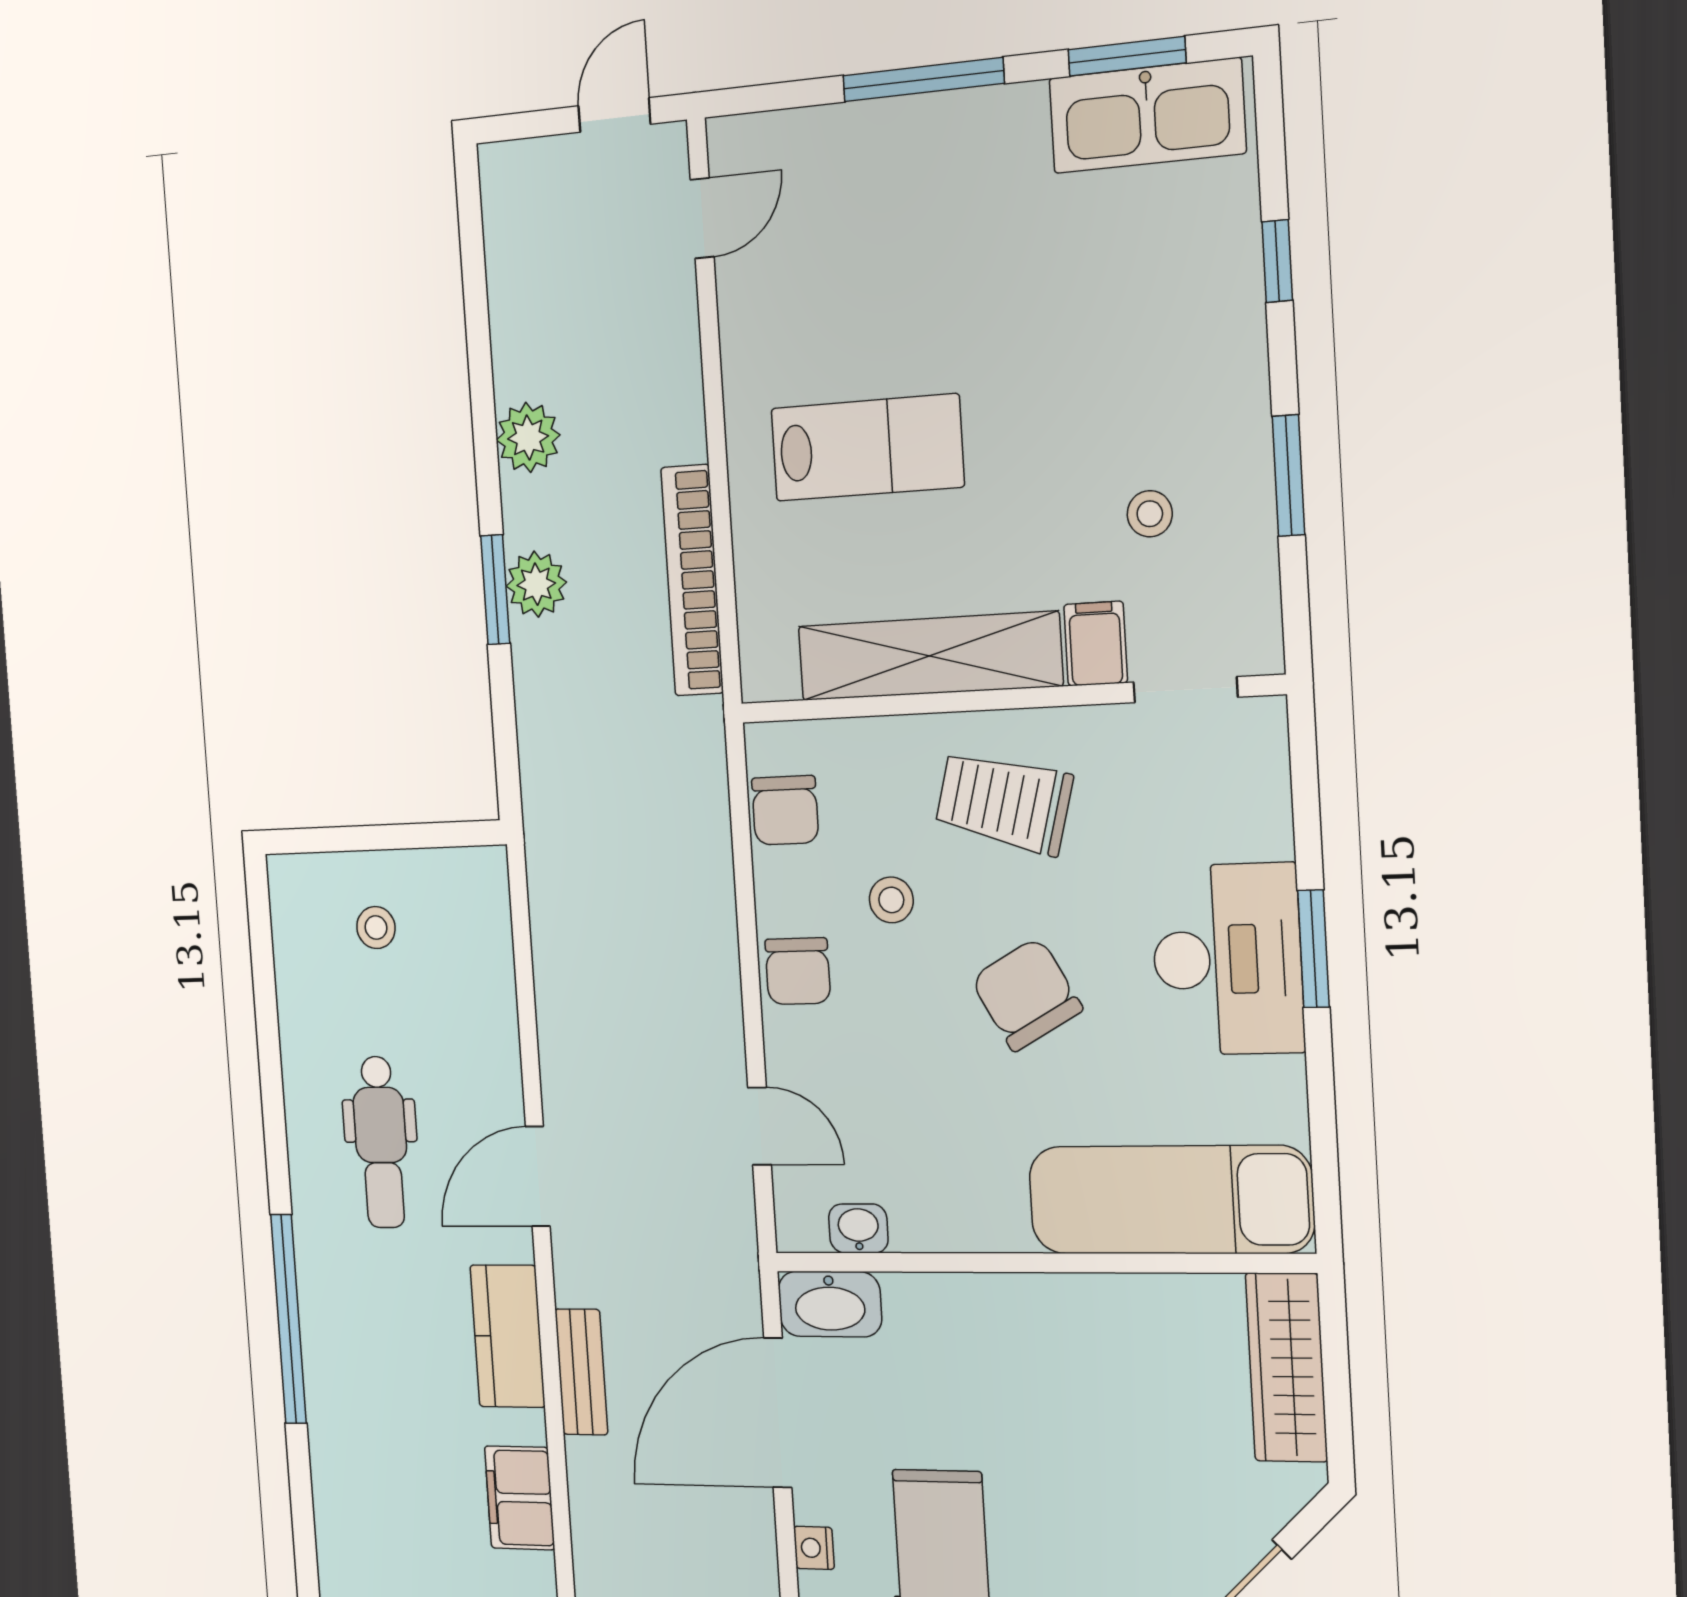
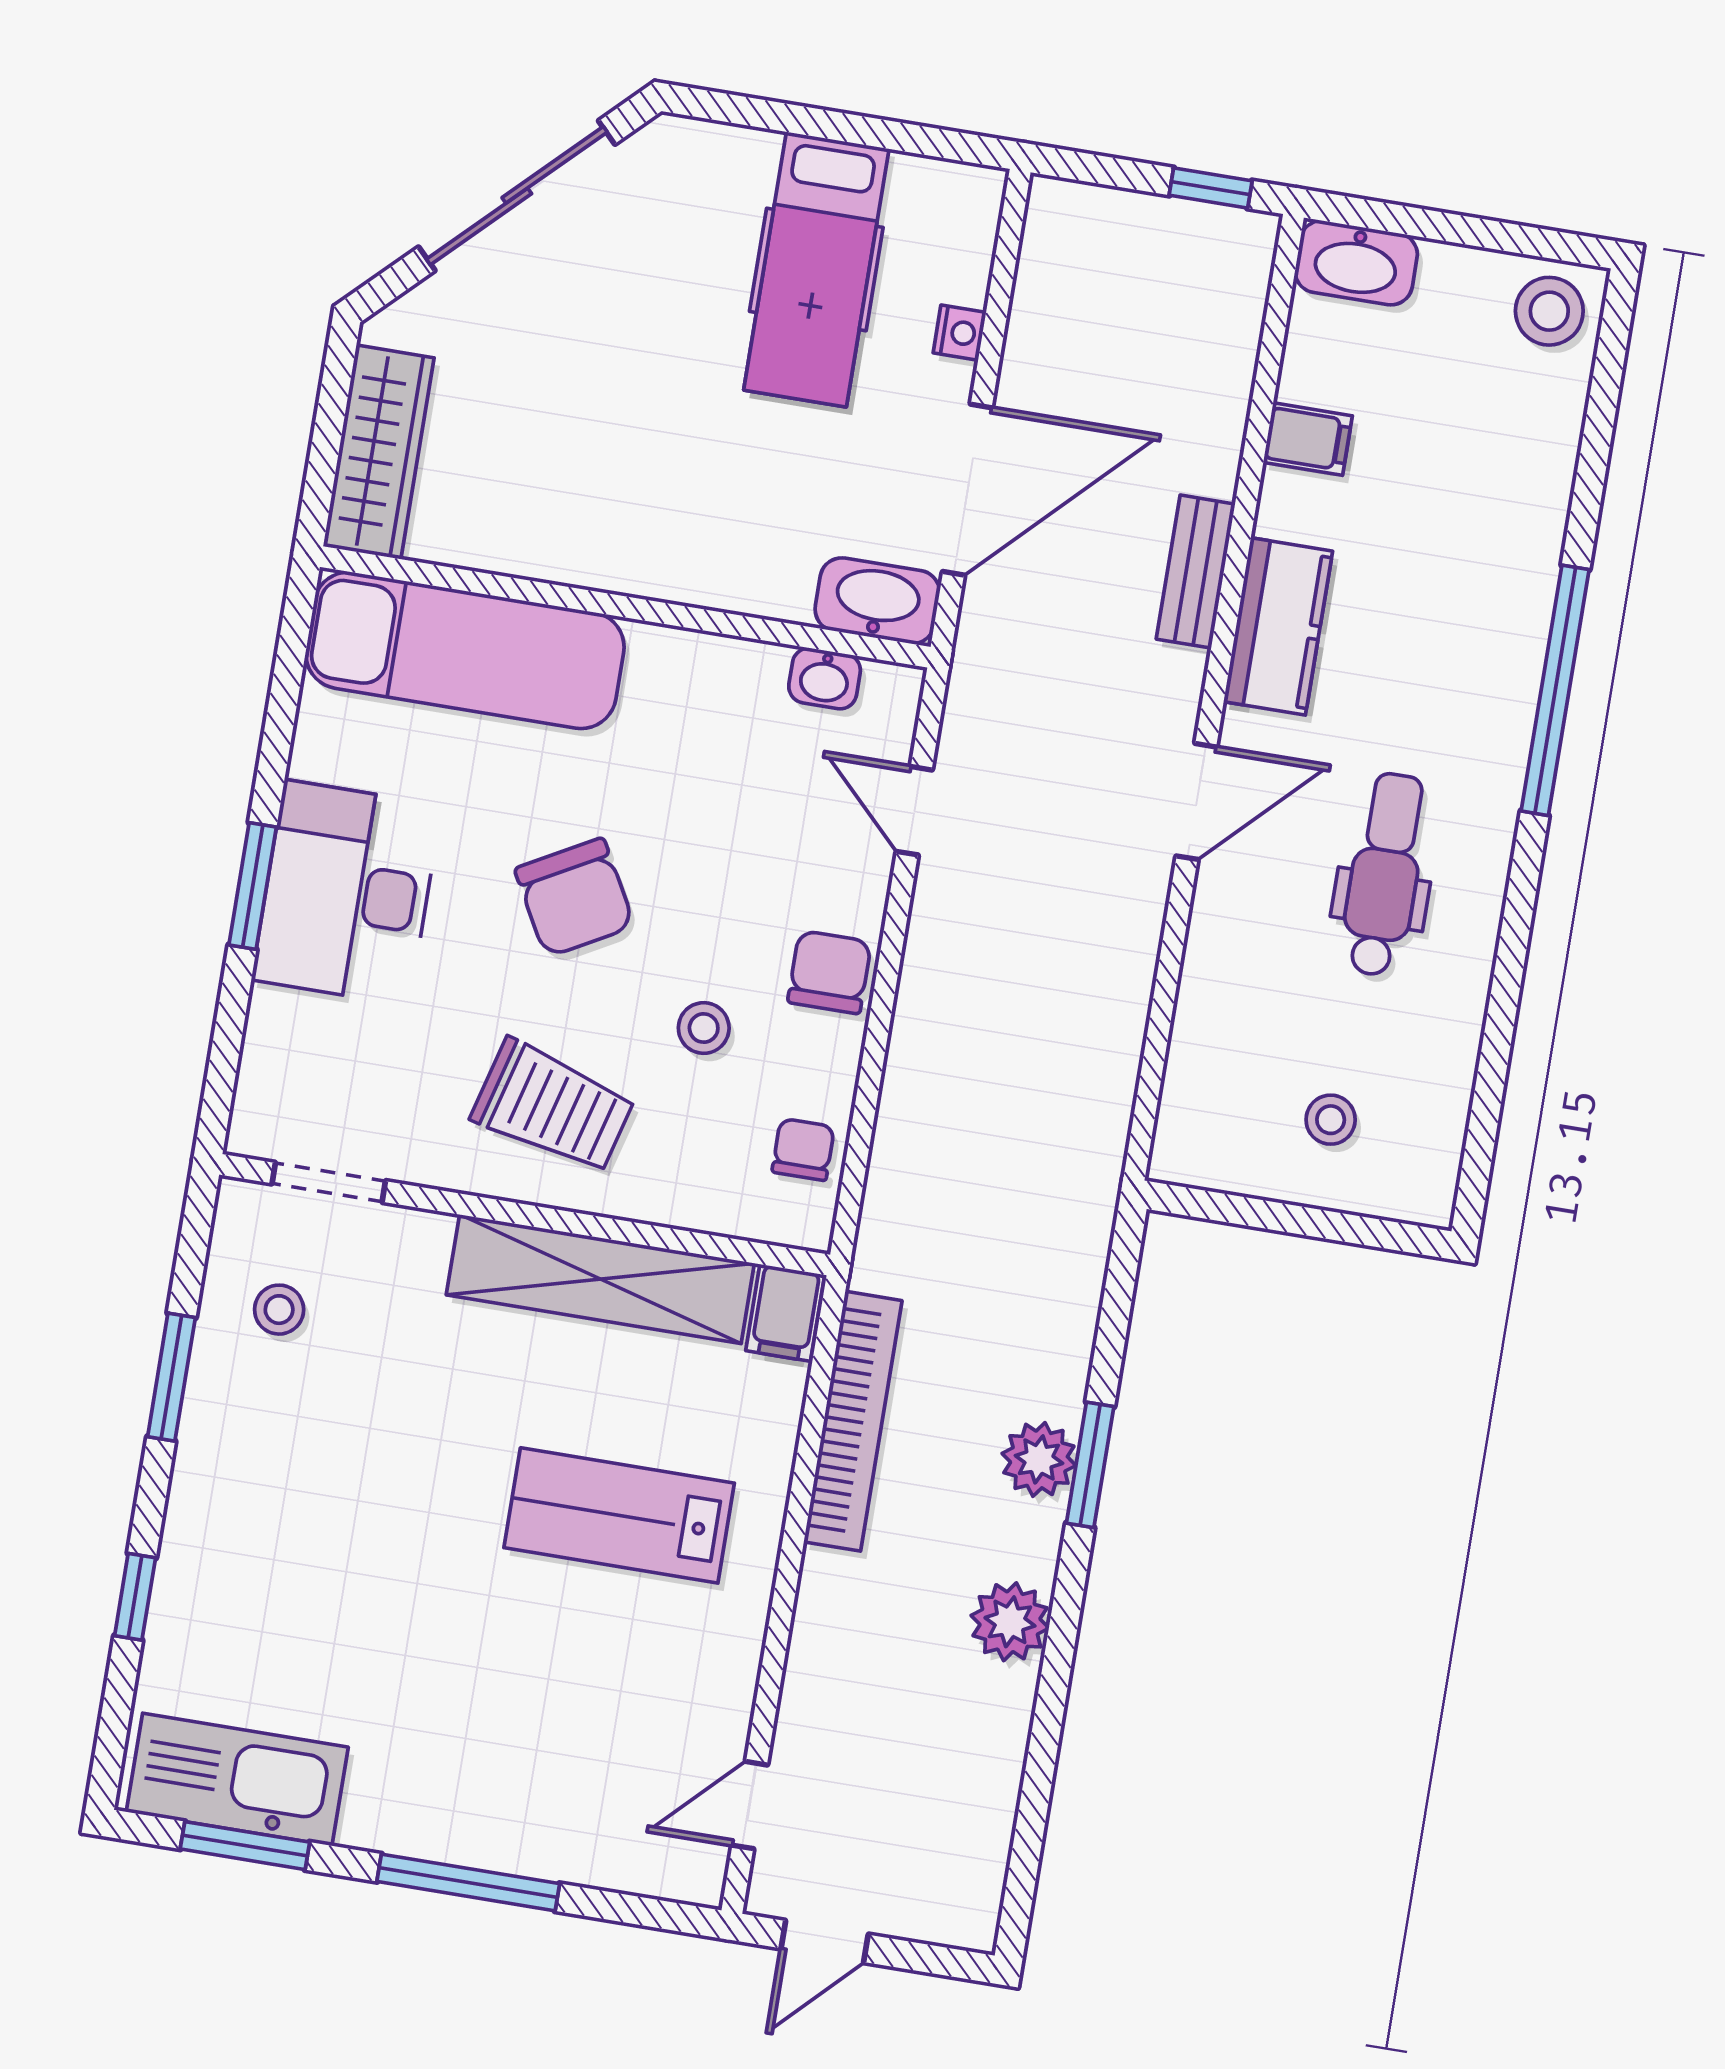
stool: (1150, 514) -> (279, 1310), moved
filing cabinet: (1096, 644) -> (785, 1313), moved
chair: (785, 810) -> (803, 1149), width x0.73, depth x0.73
filing cabinet: (520, 1498) -> (1308, 439), width x0.50

